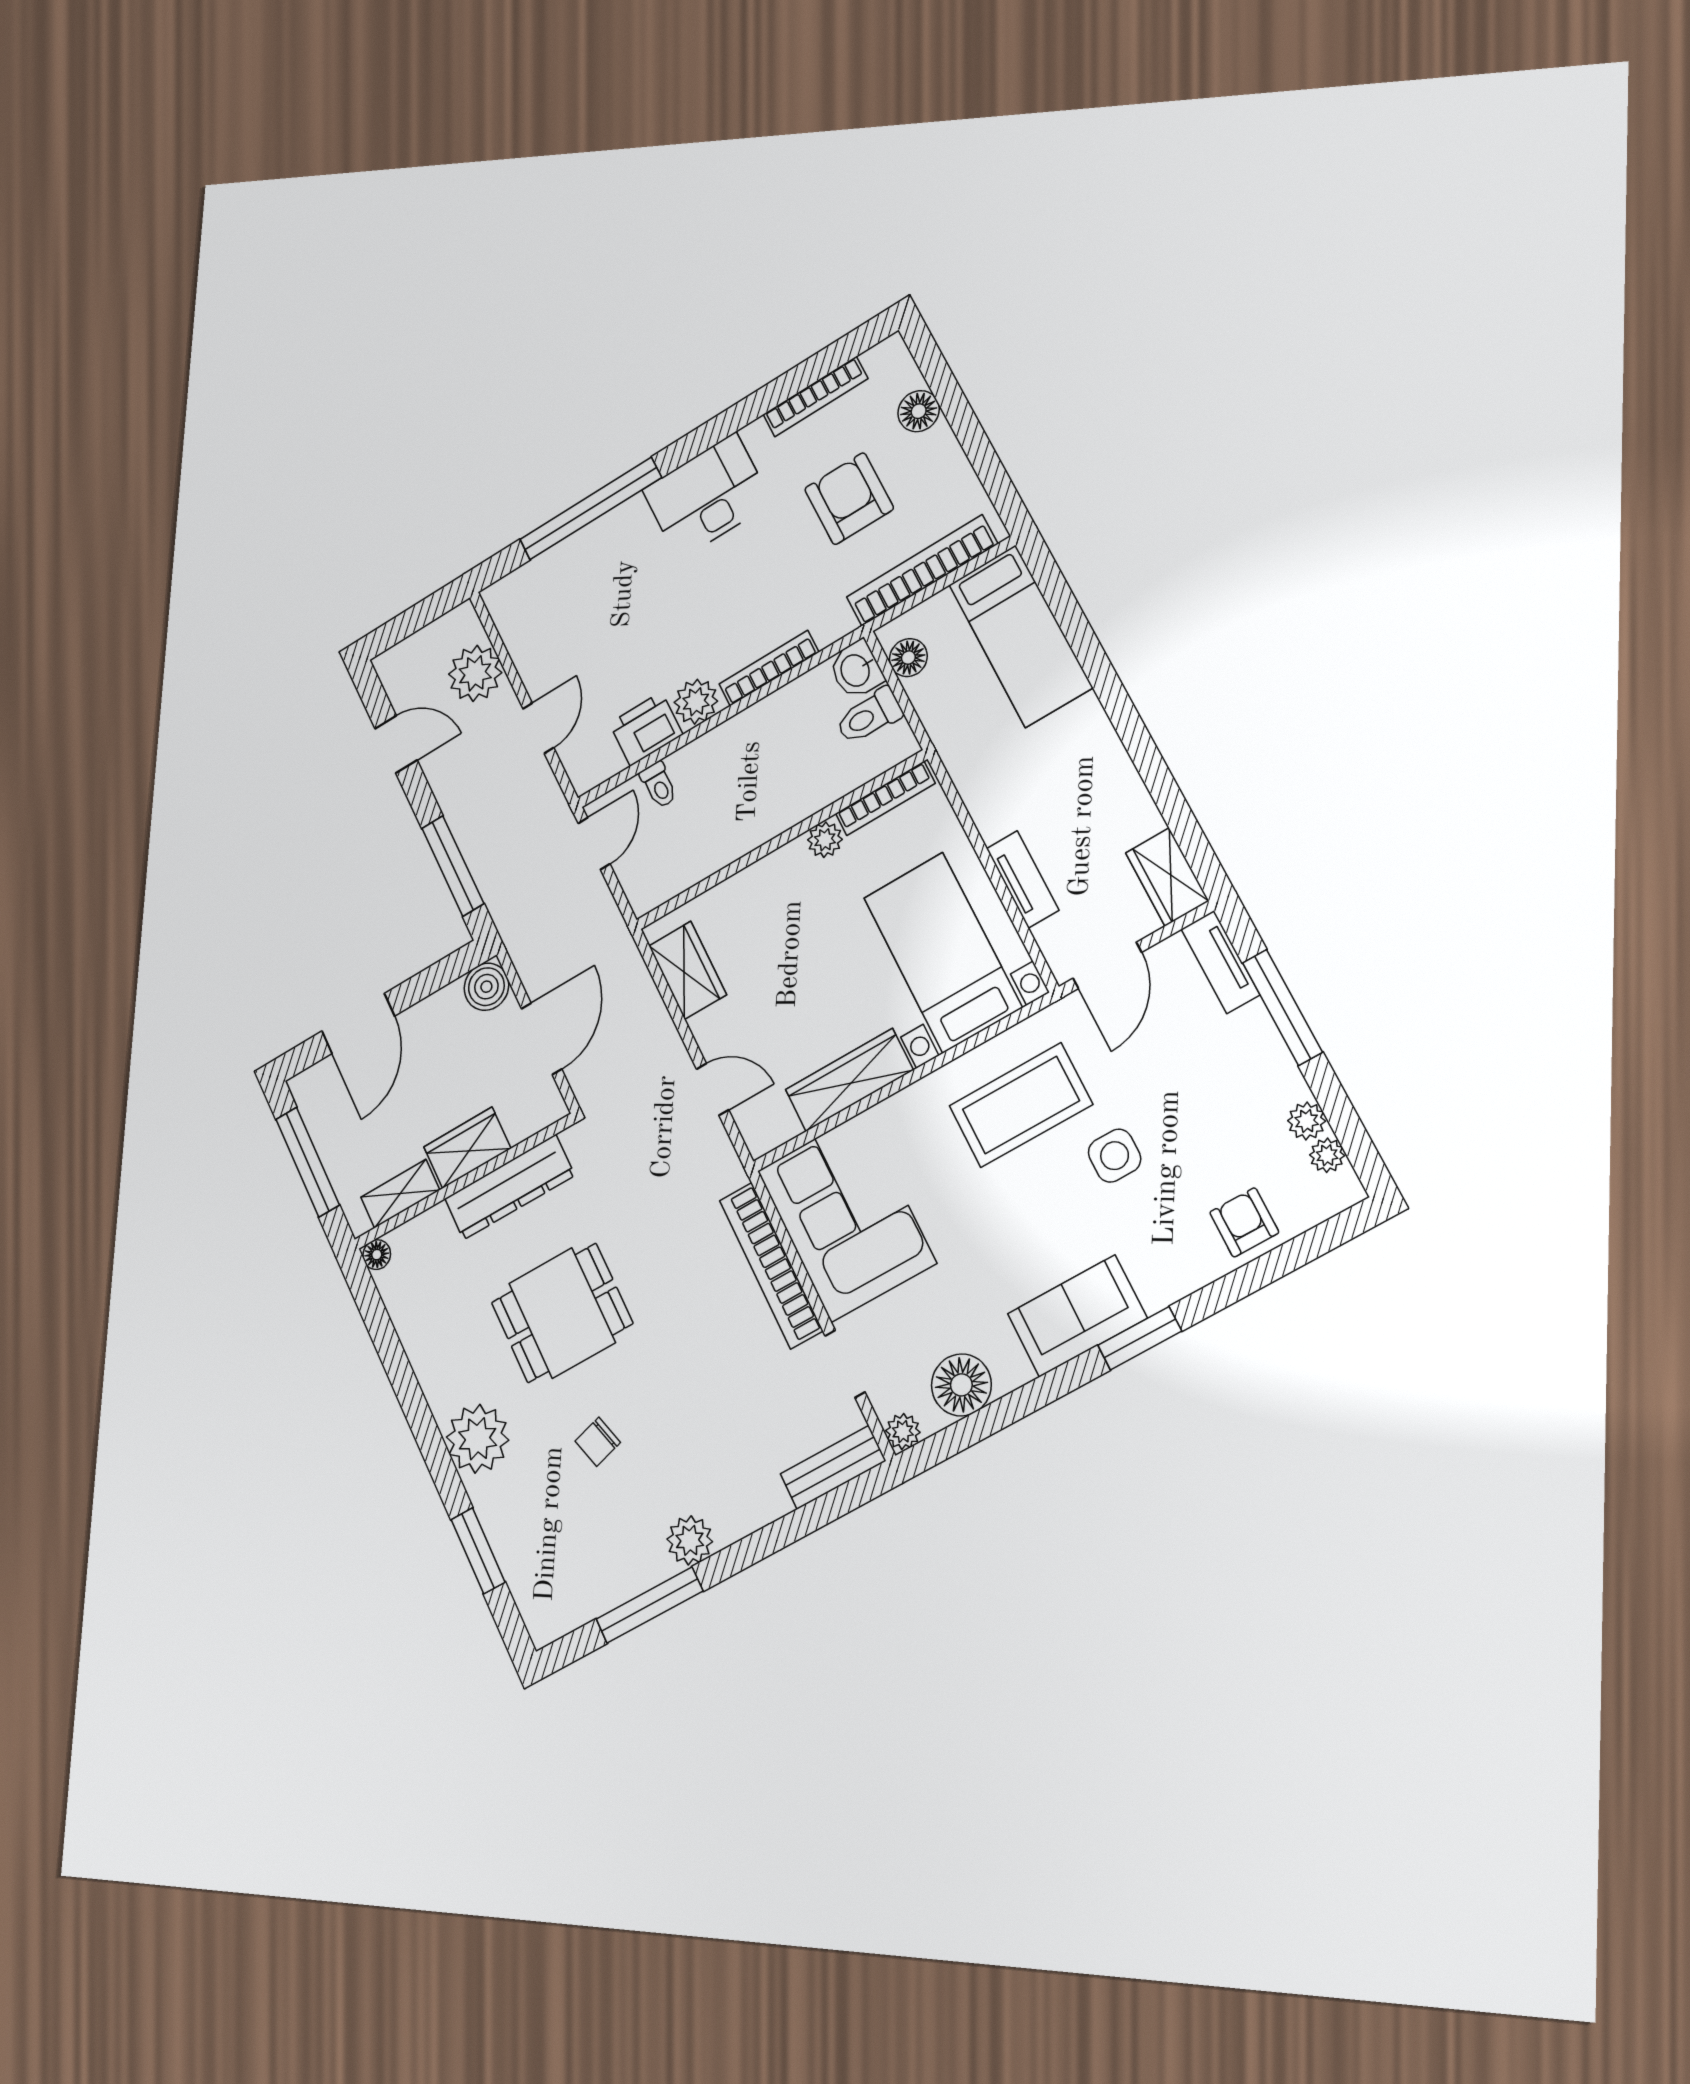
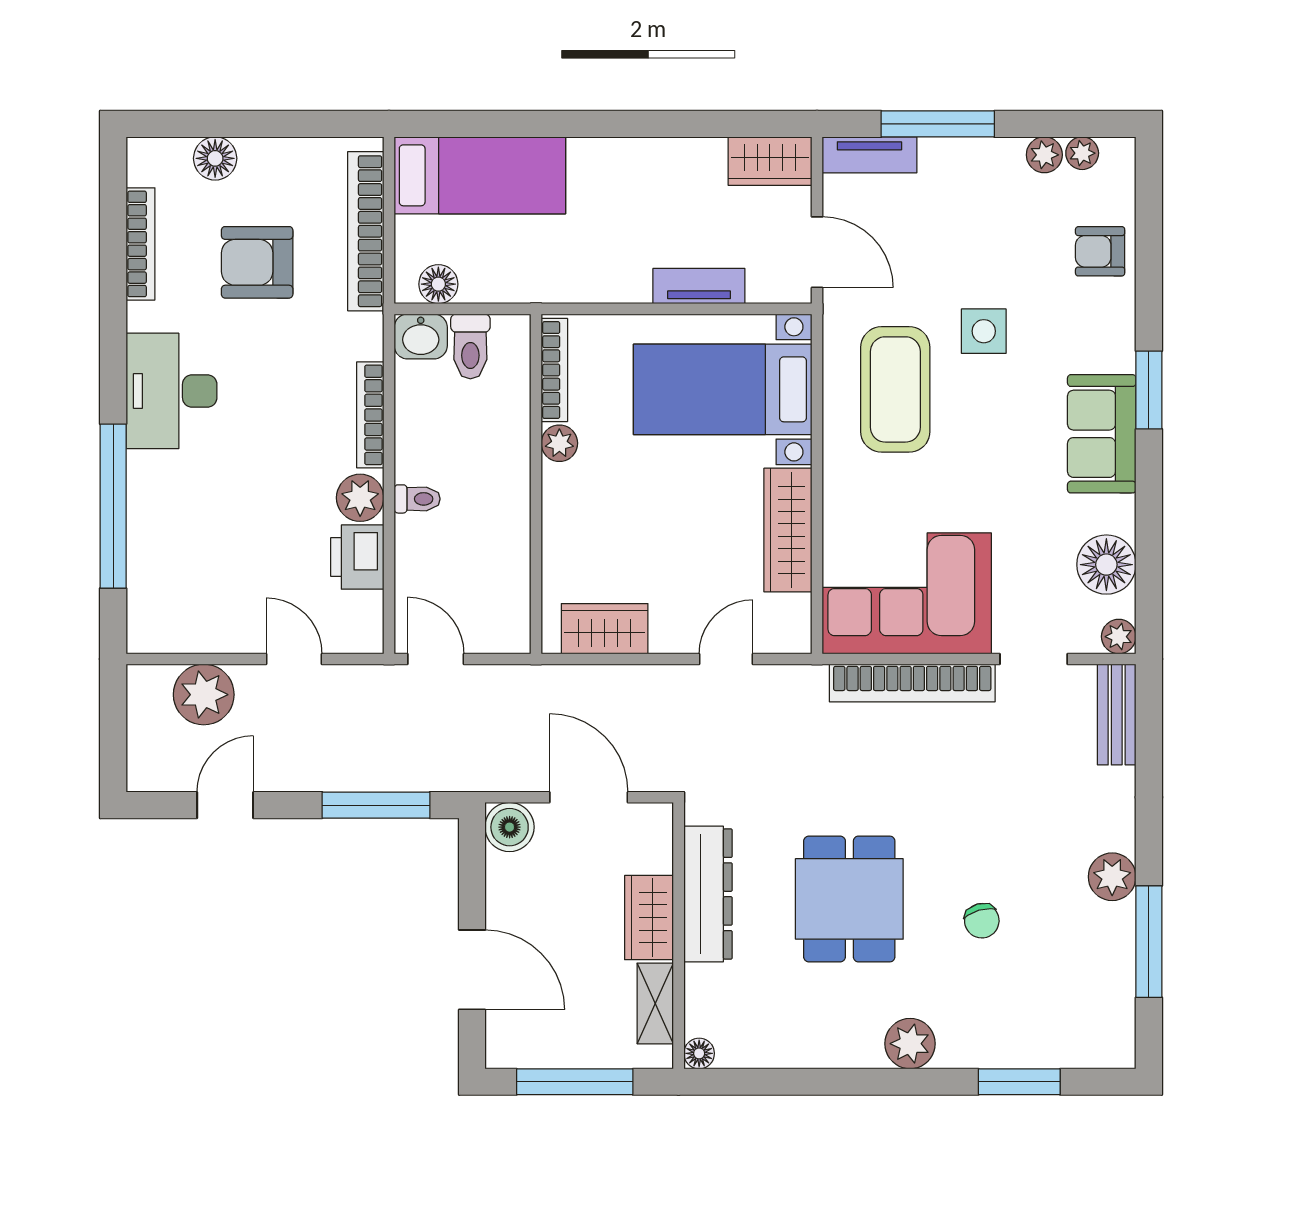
toilet: (659, 785) -> (417, 499), moved
plant: (478, 1439) -> (910, 1044), width x0.73, depth x0.73

